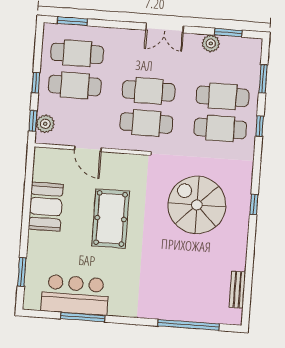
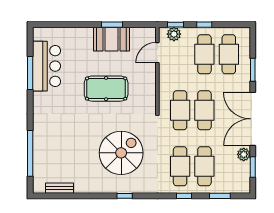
window: (72, 21) -> (253, 70), moved
double door: (165, 28) -> (253, 119), width x1.87
door: (88, 149) -> (157, 53), moved
window: (22, 272) -> (112, 25), moved

